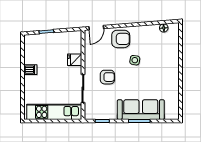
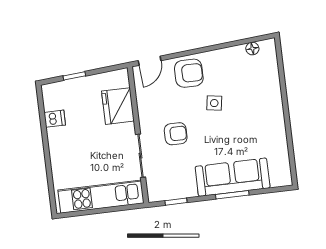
fridge: (75, 60) -> (118, 106), width x1.88, depth x1.34
dishwasher: (30, 70) -> (55, 119), moved

